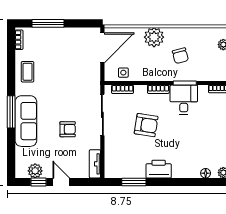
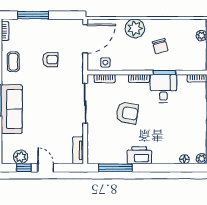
armchair: (68, 129) -> (50, 60), moved
window: (134, 182) -> (115, 168), width x1.44

